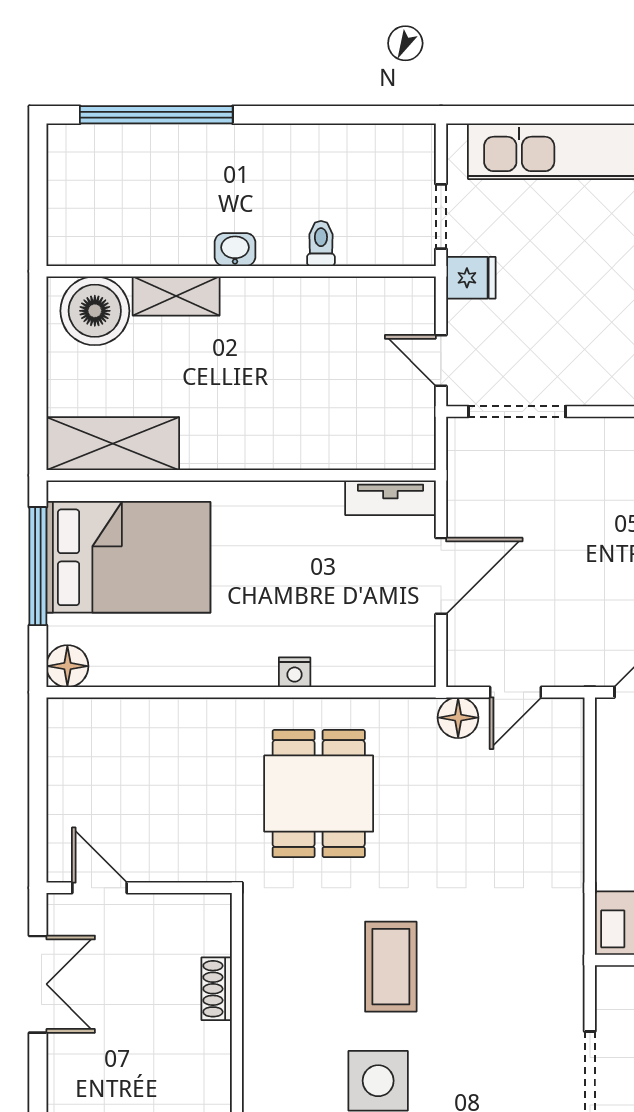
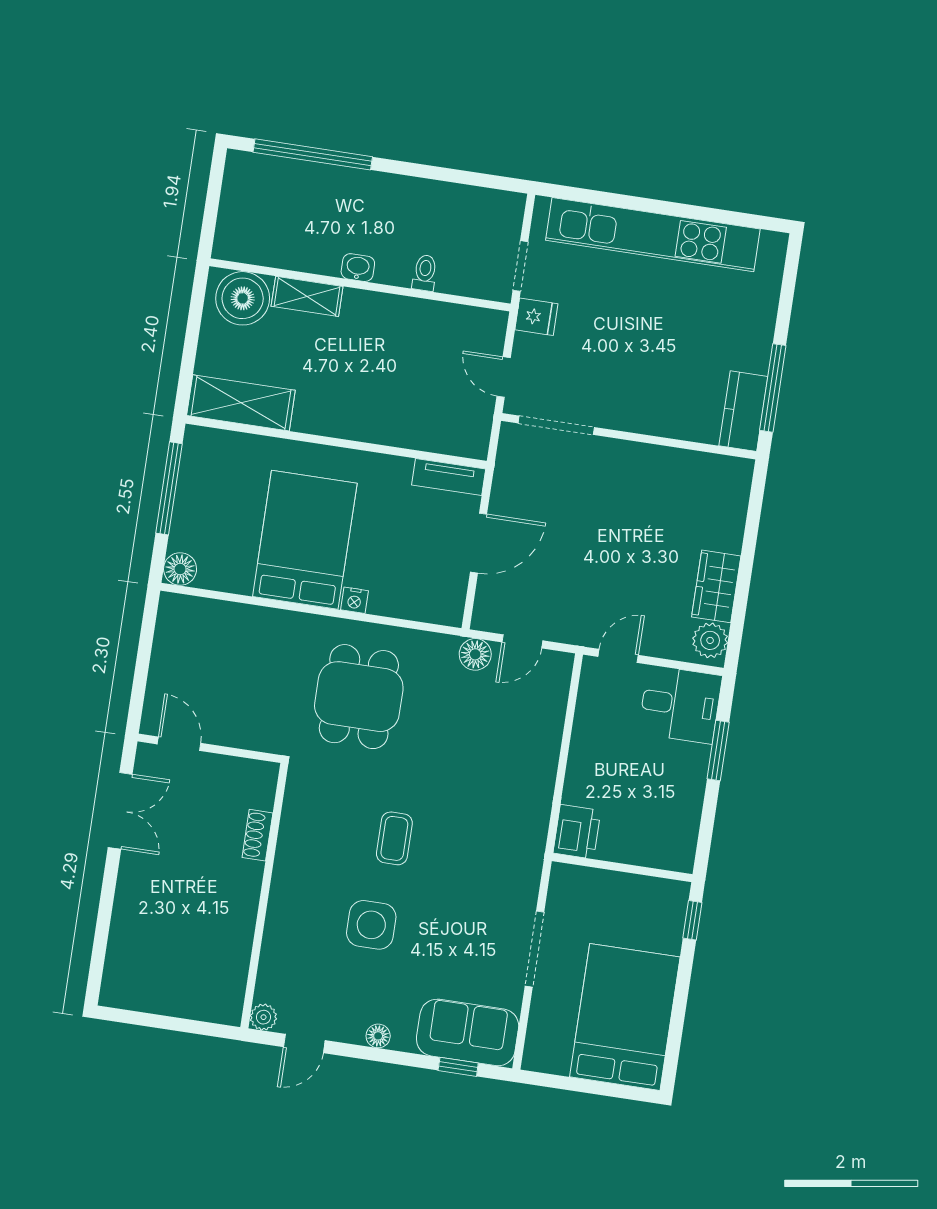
bed: (128, 557) -> (305, 540), moved, turned -90
coffee table: (391, 967) -> (394, 838), width x0.73, depth x0.77

